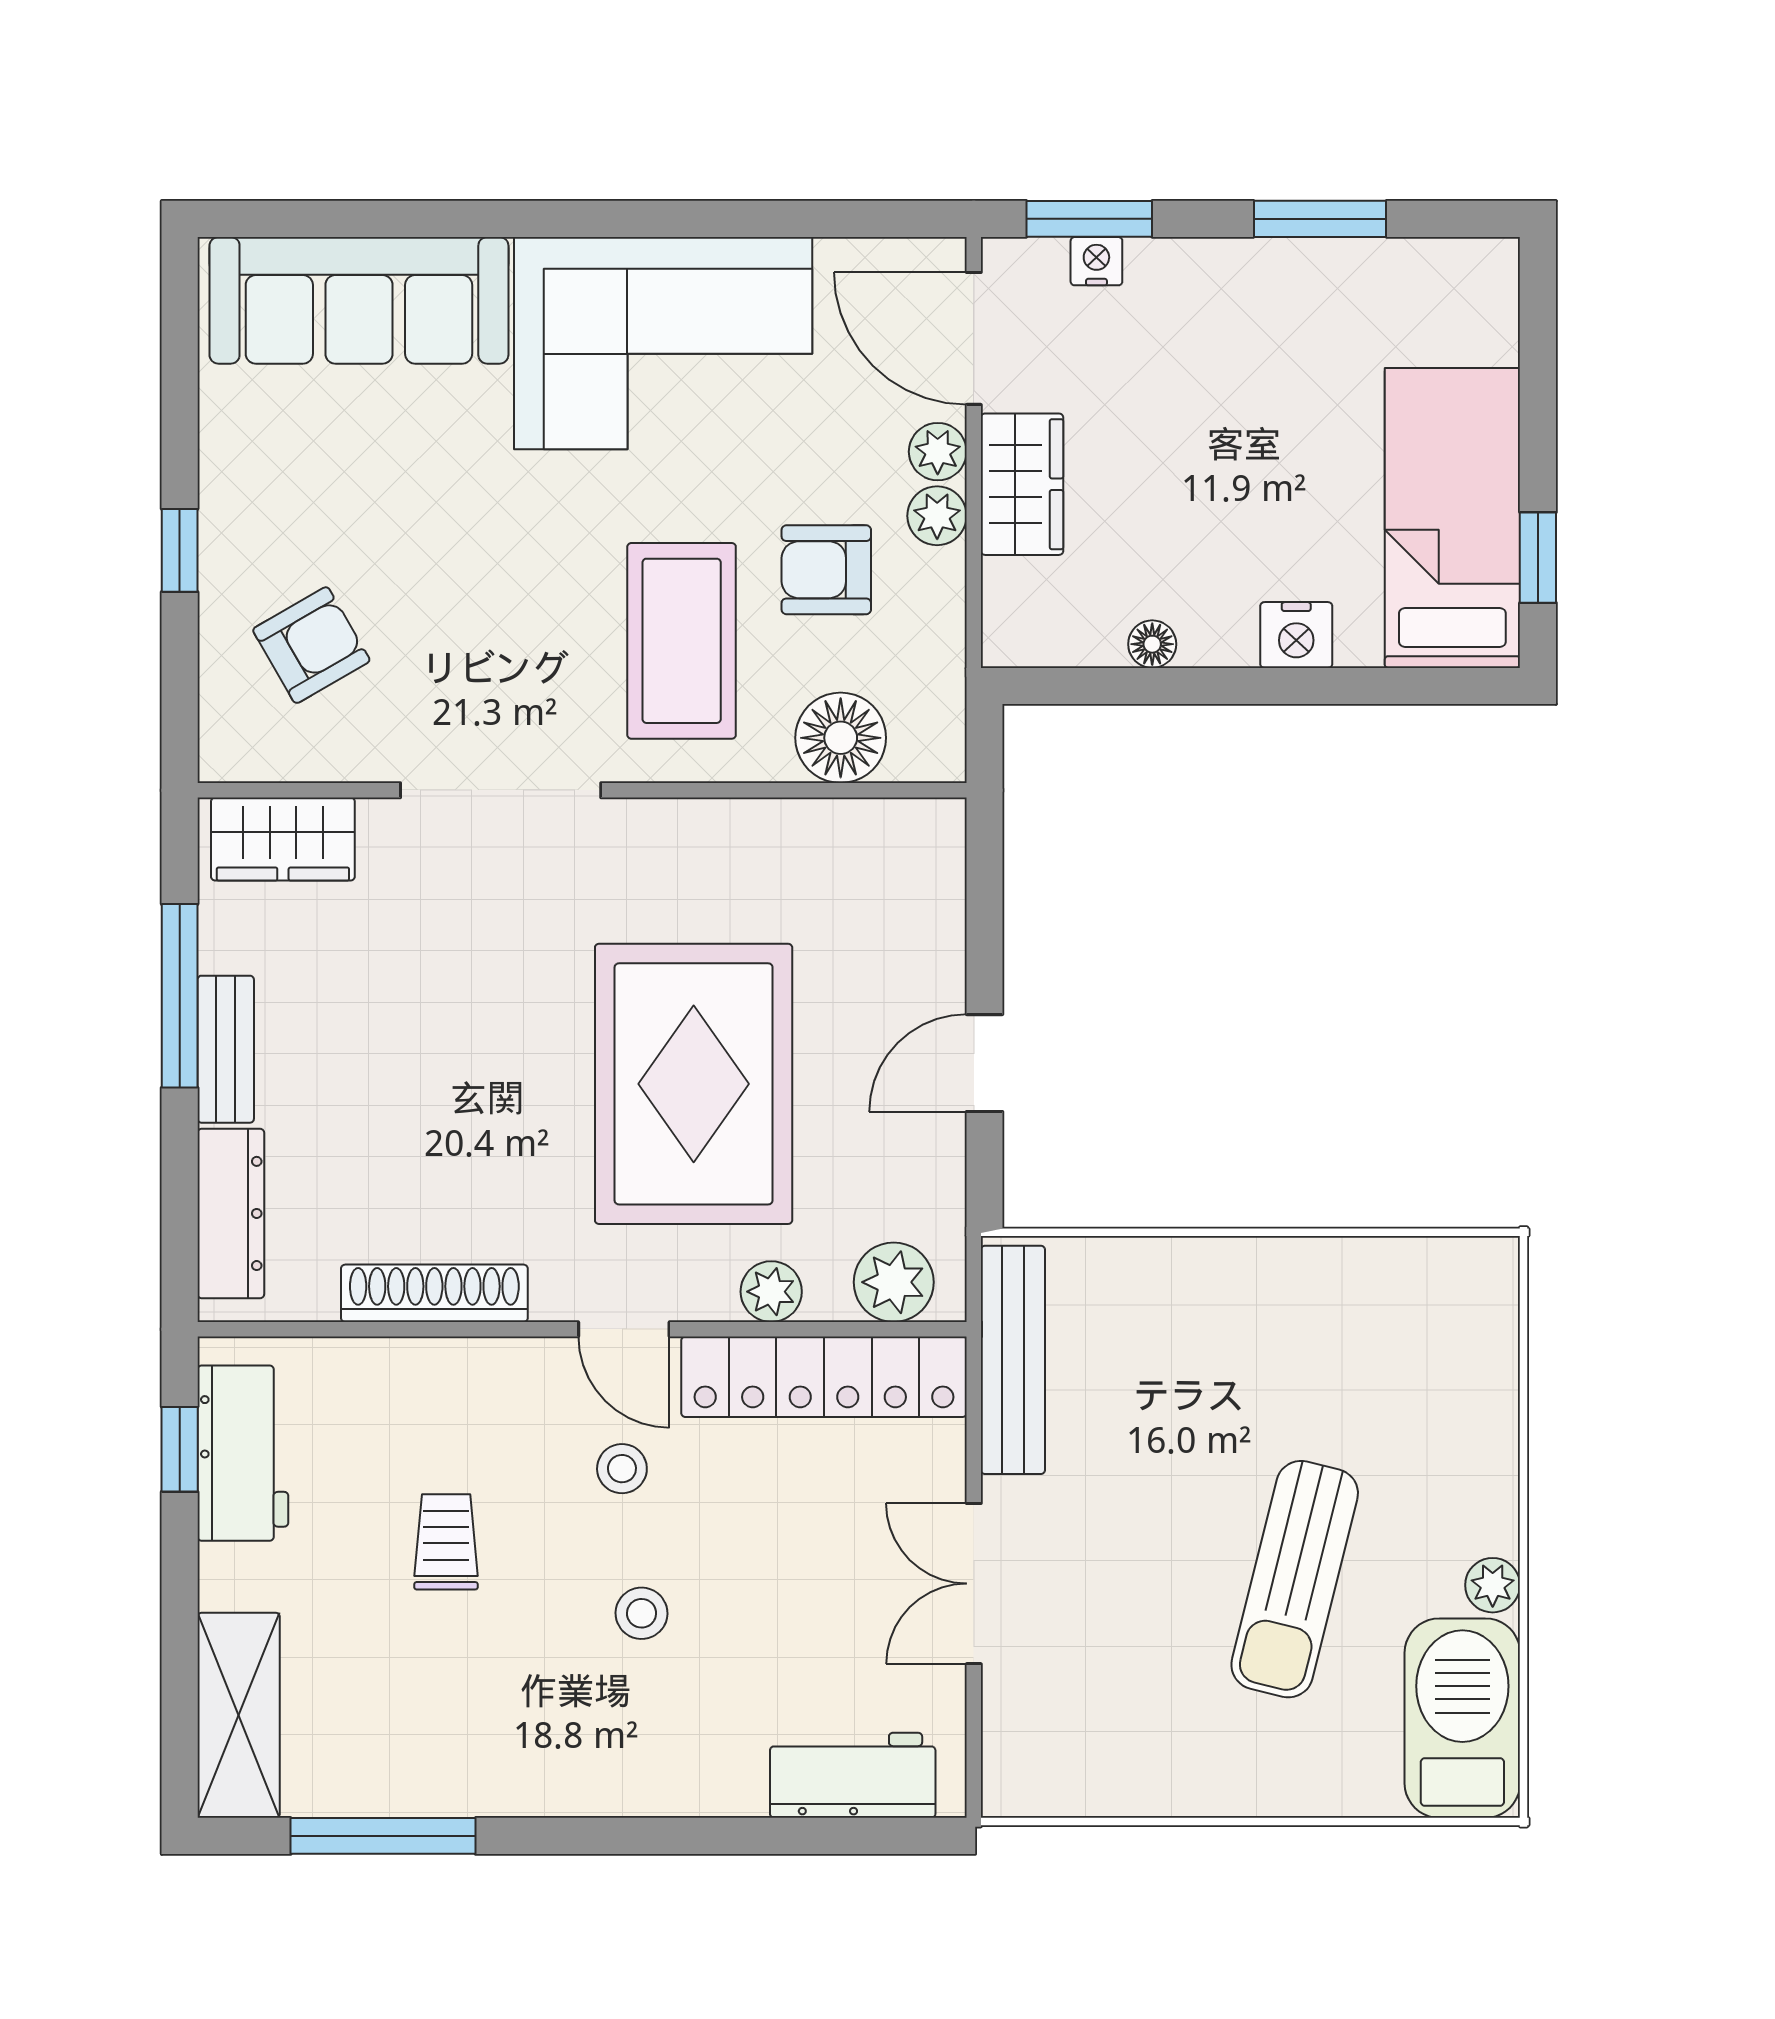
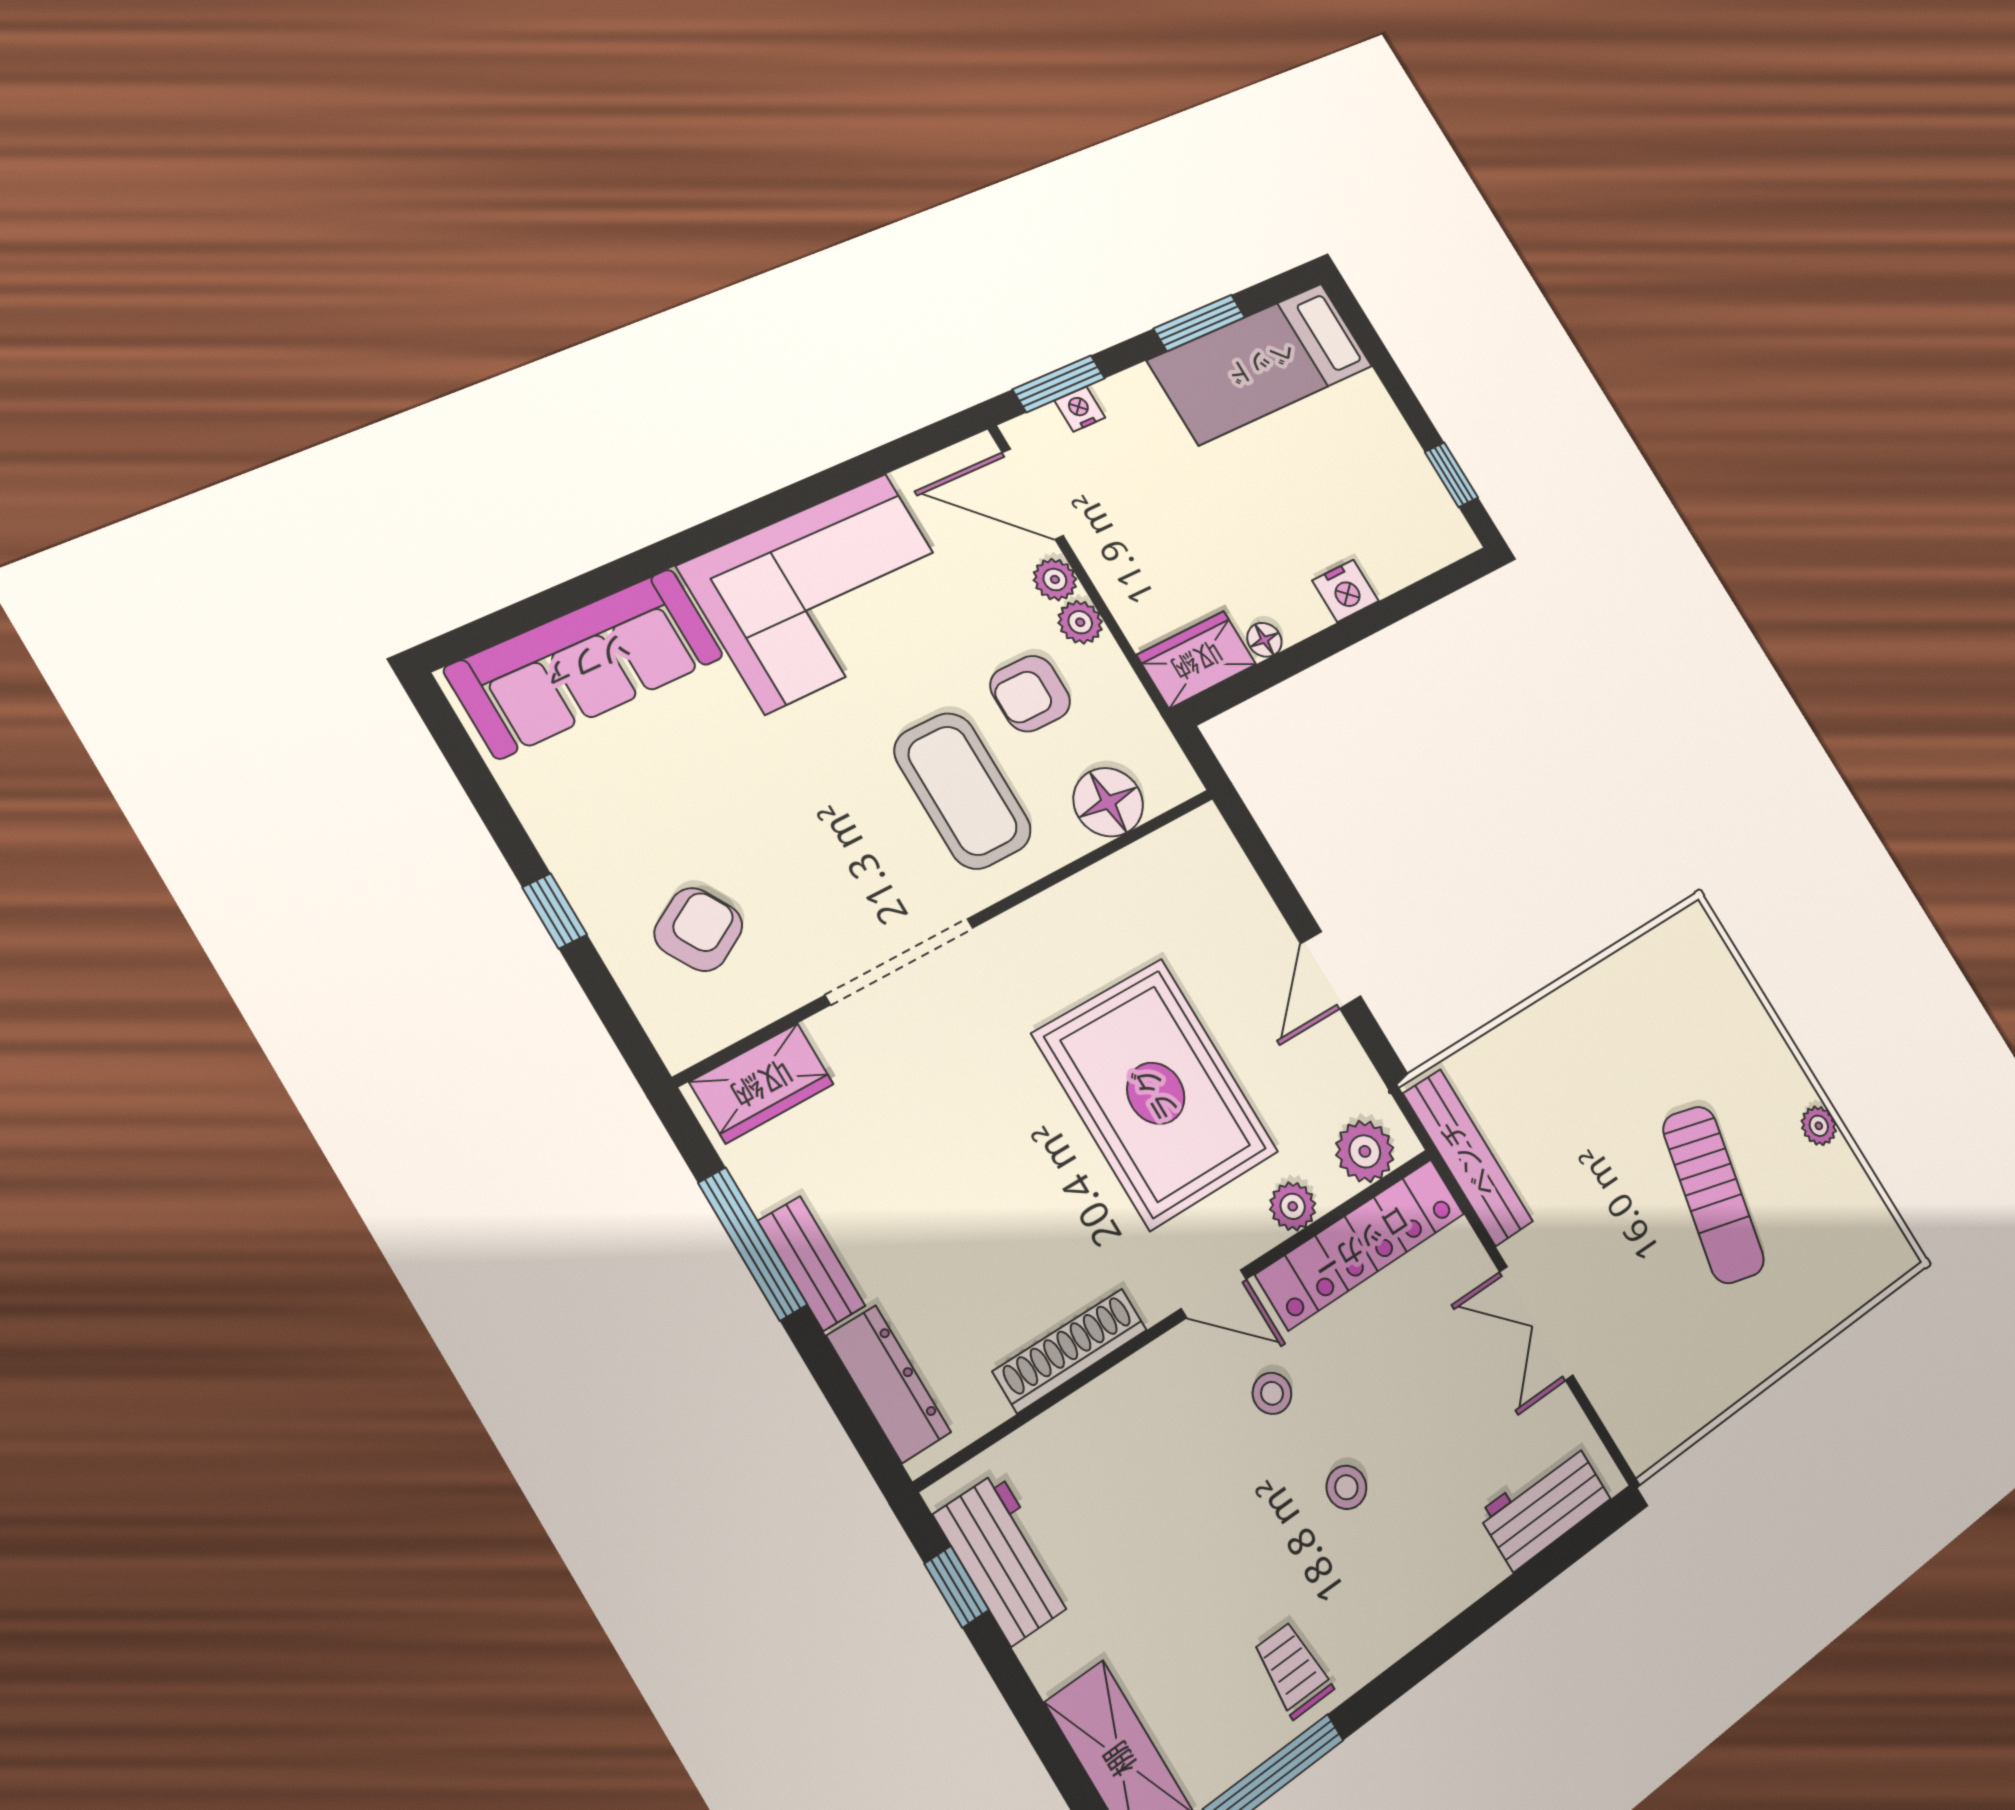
wardrobe: (1022, 484) -> (1197, 660), moved, turned -90
bed: (1452, 518) -> (1261, 363), moved, turned -90
trolley: (446, 1542) -> (1293, 1670), moved
barbecue: (1462, 1718) -> (1855, 1221), removed

